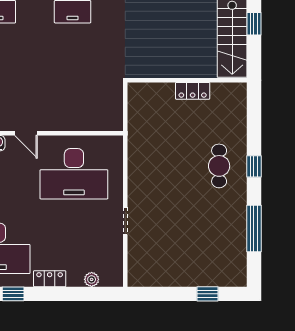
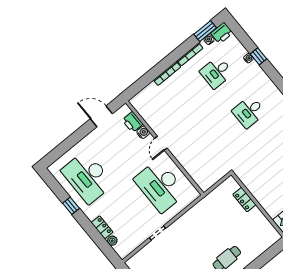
locker: (193, 91) -> (244, 200), moved
locker: (50, 279) -> (102, 227), moved

